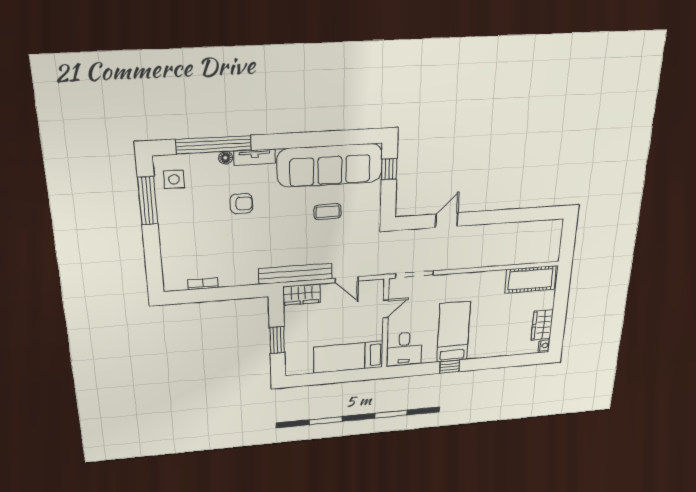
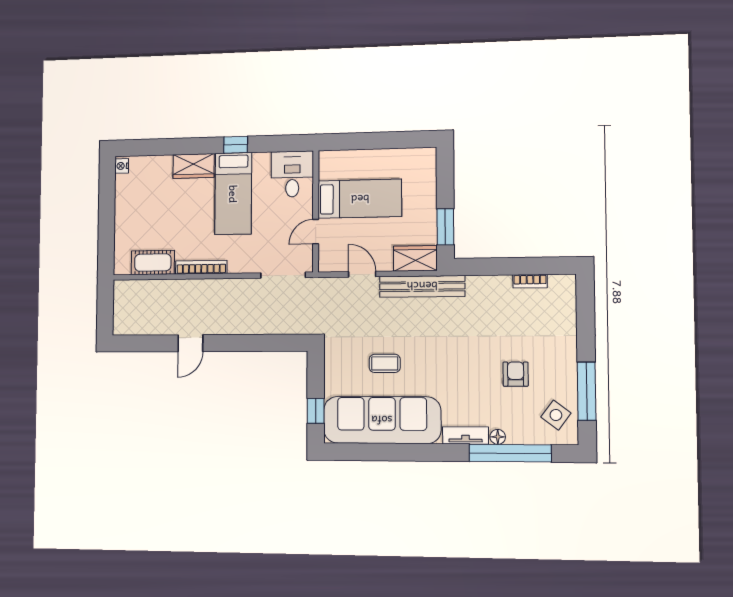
side table: (174, 179) -> (556, 415), turned 37
armchair: (241, 204) -> (516, 374), moved, turned 90
door: (447, 220) -> (190, 343), moved
bookcase: (483, 276) -> (201, 267), added
cot: (531, 279) -> (153, 262), width x0.73, depth x0.75
wardrobe: (542, 325) -> (194, 166), moved, turned 90
window: (277, 340) -> (445, 227), moved
bed: (348, 357) -> (360, 199), moved

